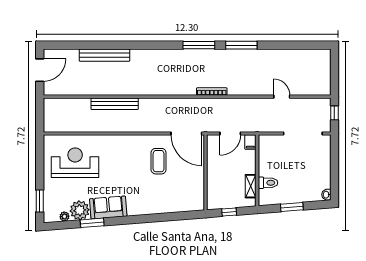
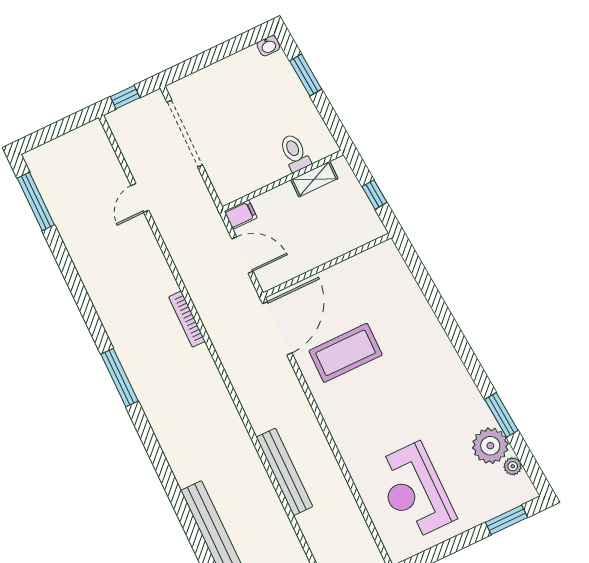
window: (241, 45) -> (36, 201), moved
coffee table: (159, 161) -> (346, 353), width x1.36, depth x1.32
window: (292, 207) -> (306, 75), moved
sofa: (108, 208) -> (463, 400), removed

